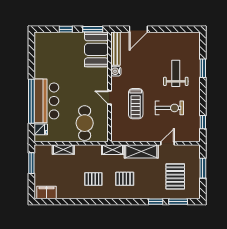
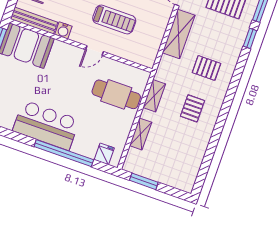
bar counter: (46, 101) -> (46, 125), moved
shelving: (113, 150) -> (154, 96), moved
pallet: (125, 179) -> (206, 68), turned 90
filing cabinet: (46, 192) -> (189, 175), removed

